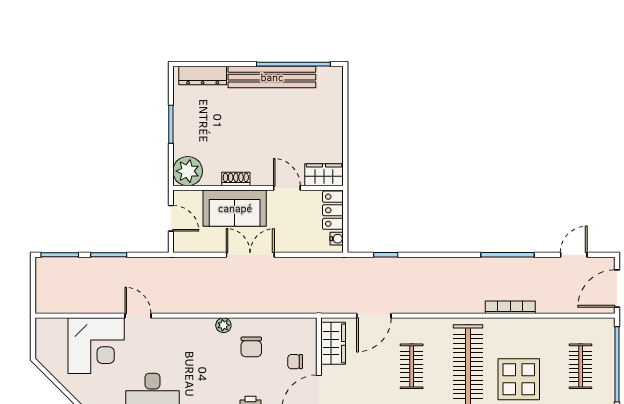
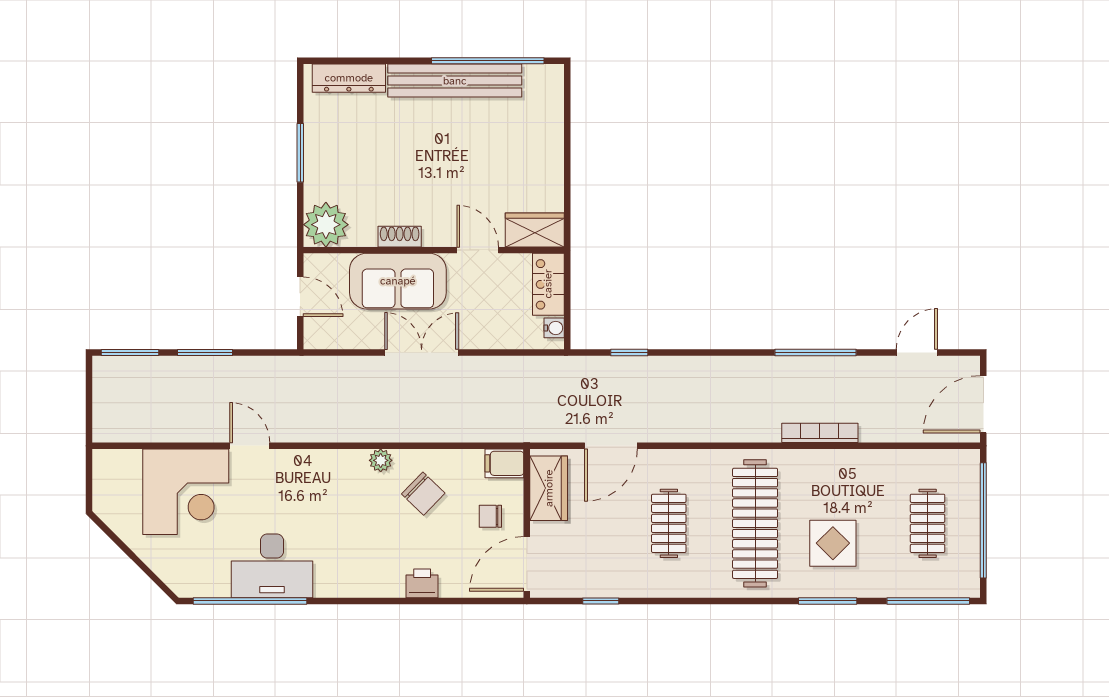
filing cabinet: (304, 327) -> (504, 463), added
chair: (251, 347) -> (423, 494), turned -46
display table: (519, 379) -> (833, 543), width x0.73, depth x0.73

